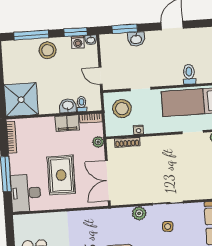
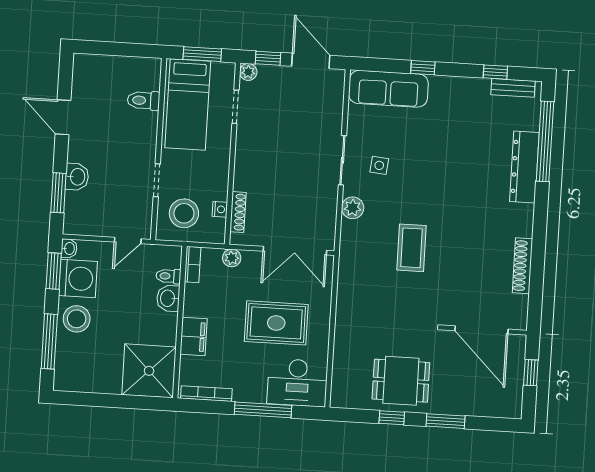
washing machine: (78, 42) -> (78, 279), width x1.89, depth x1.89
filing cabinet: (67, 123) -> (194, 337), moved
nightstand: (138, 130) -> (220, 209), moved

